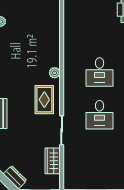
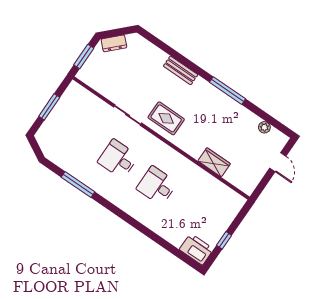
plant: (55, 73) -> (184, 144), removed
wardrobe: (53, 161) -> (214, 162), moved

